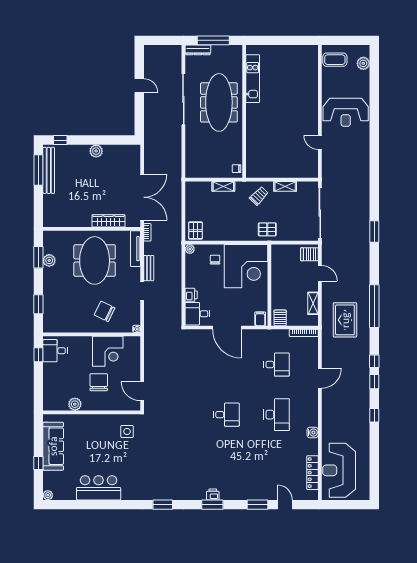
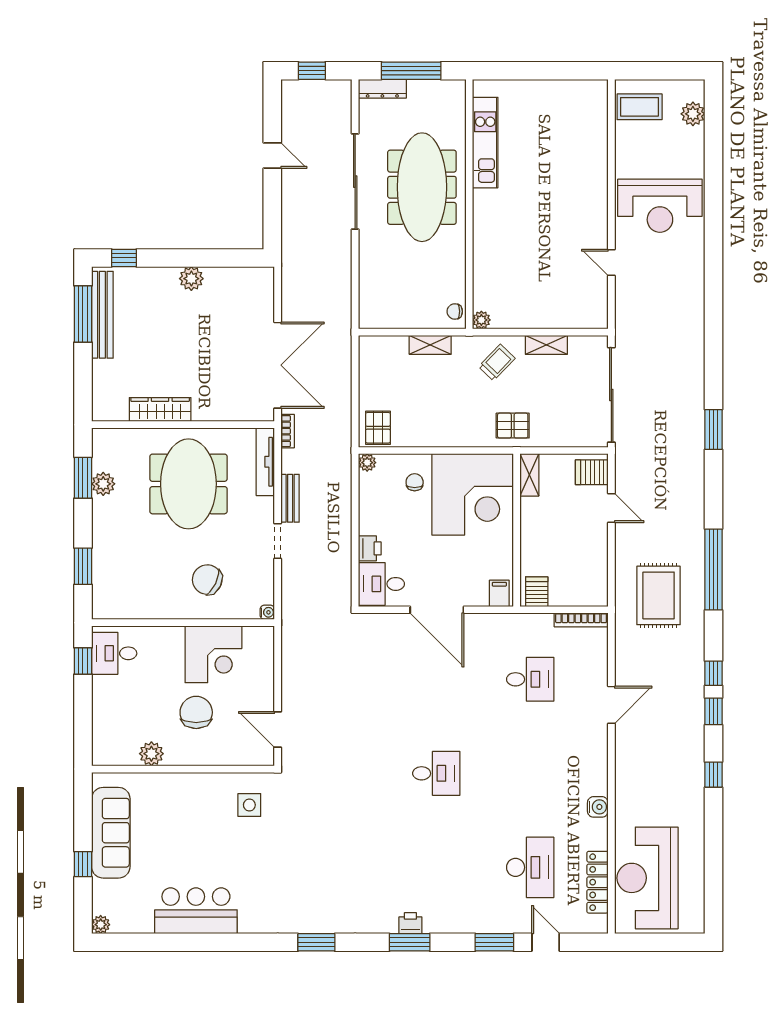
window: (160, 40) -> (312, 71), added
plant: (251, 173) -> (481, 320), added
wardrobe: (108, 221) -> (160, 410), moved
shelving: (313, 303) -> (529, 475), moved
desk: (277, 415) -> (530, 867), moved

